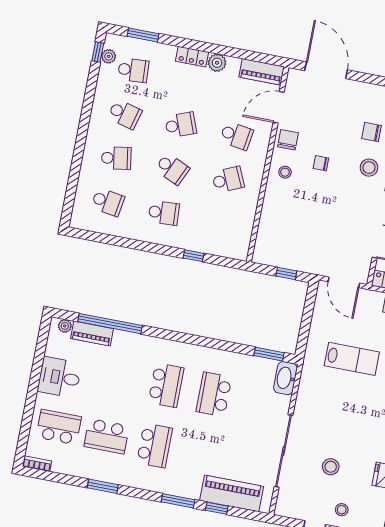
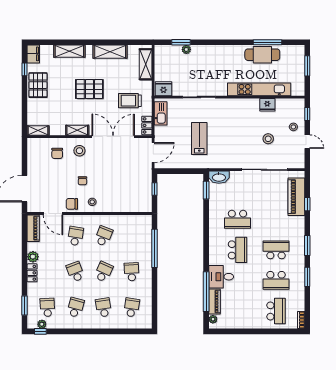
school desk: (228, 180) -> (104, 236), turned 45
window: (194, 256) -> (154, 248), width x3.17
desk: (59, 377) -> (221, 277), moved, turned 90
school desk: (166, 385) -> (237, 250), turned 90
school desk: (59, 427) -> (276, 311), turned 180
school desk: (107, 436) -> (276, 280), turned 90
window: (178, 501) -> (307, 245), moved

